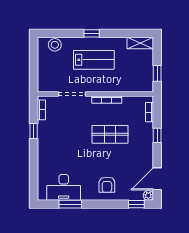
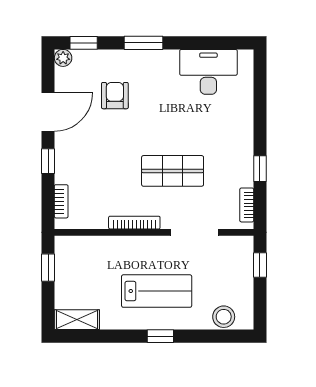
lab bench: (94, 60) -> (157, 291), turned 180
window: (34, 75) -> (260, 265), added
shop shelf: (110, 134) -> (173, 171), moved
door: (157, 179) -> (48, 112), moved
armchair: (107, 185) -> (115, 96), moved
window: (70, 204) -> (144, 43), moved

